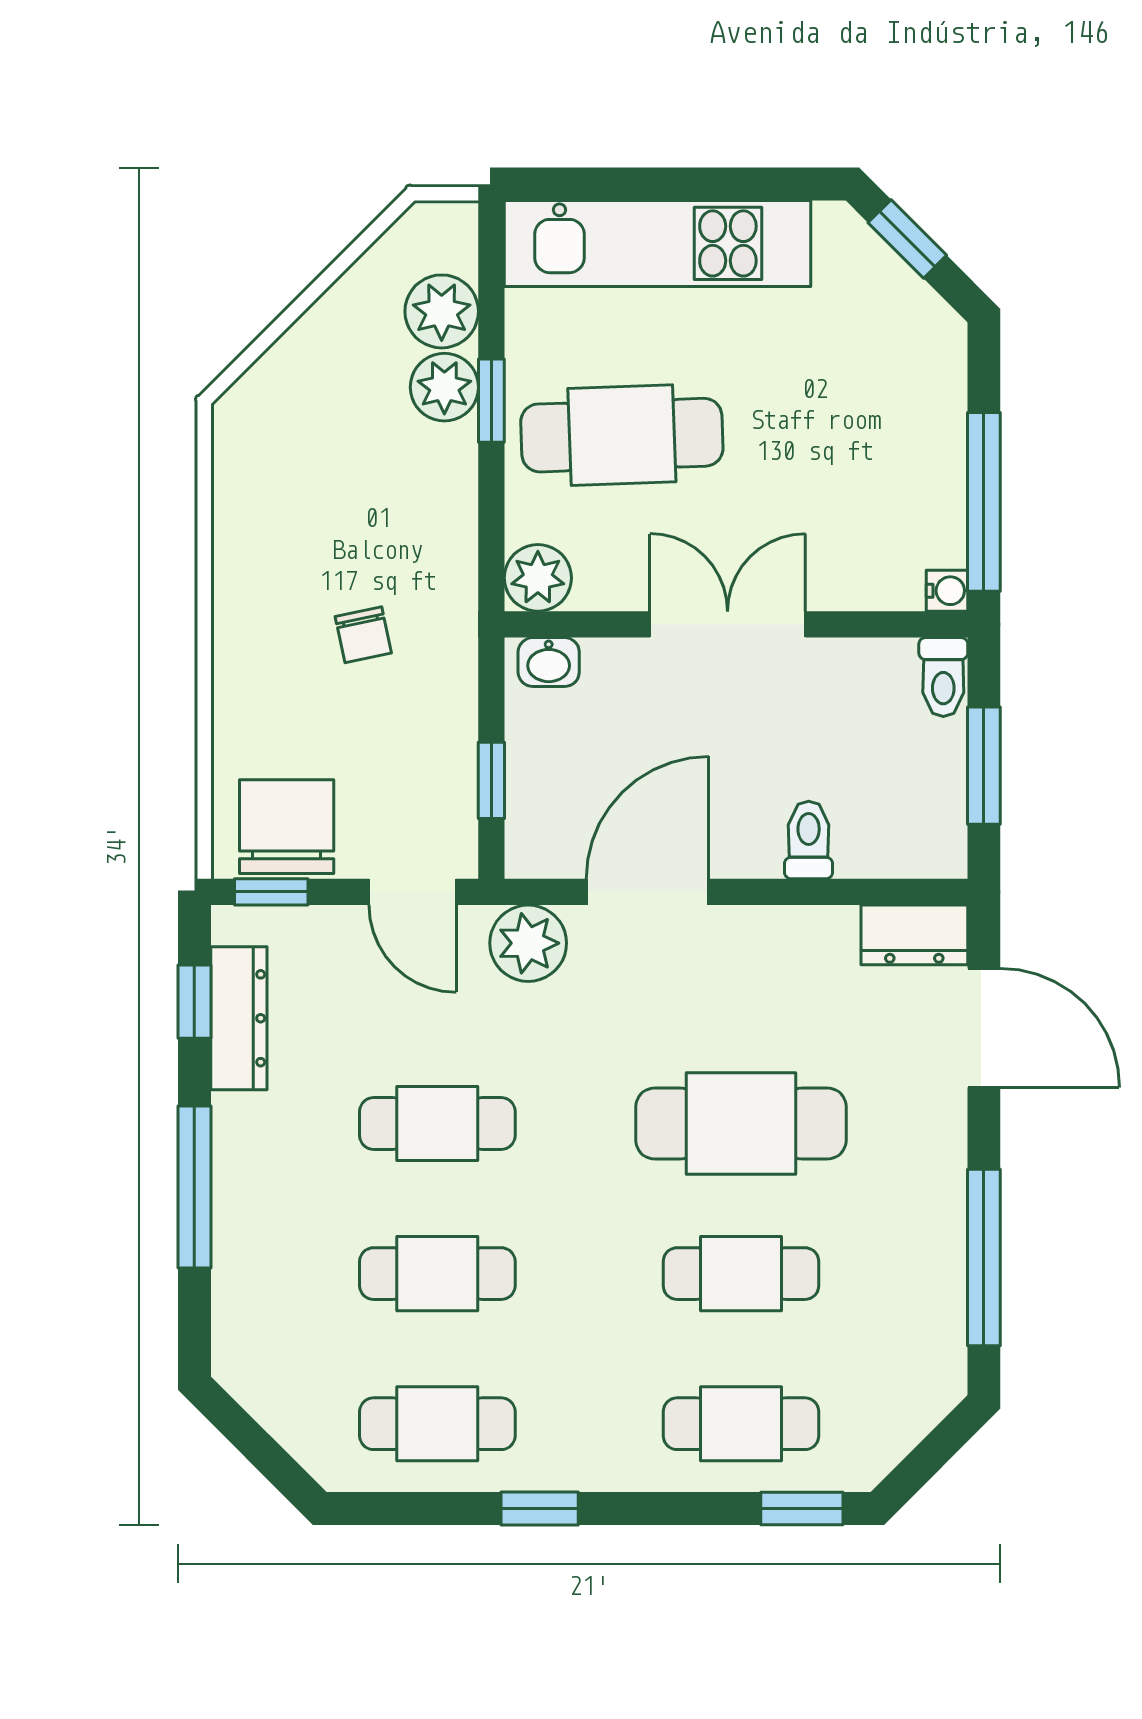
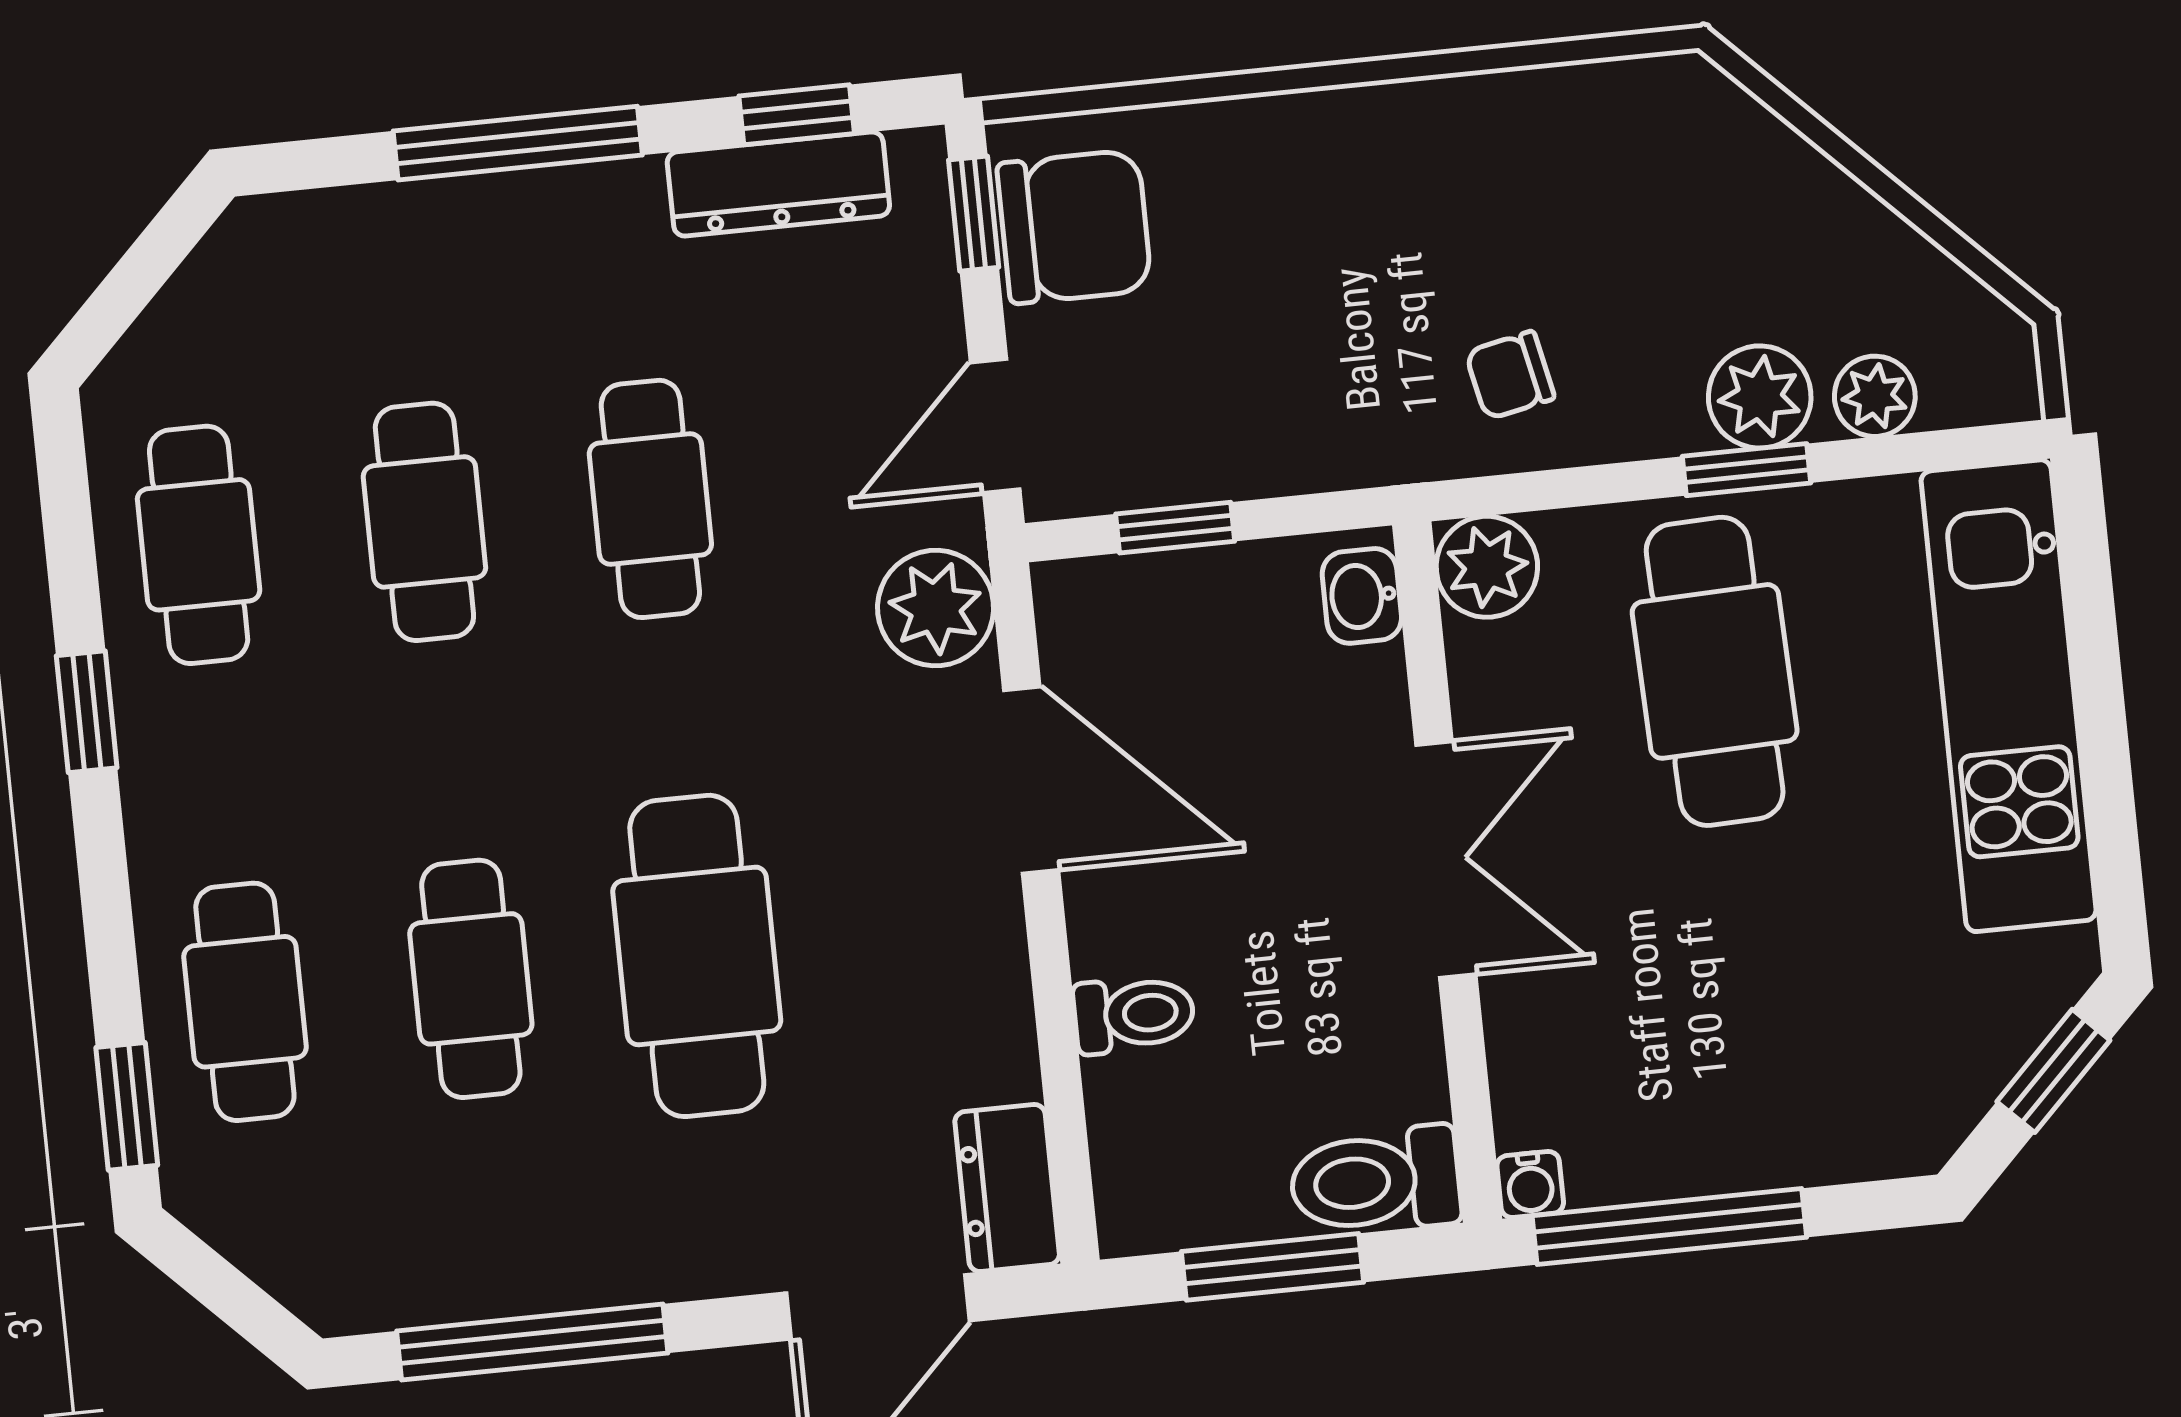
plant: (442, 311) -> (1875, 396), width x0.73, depth x0.73
chair: (363, 635) -> (1510, 375), moved
toilet: (943, 677) -> (1375, 1181), width x1.37, depth x1.39

